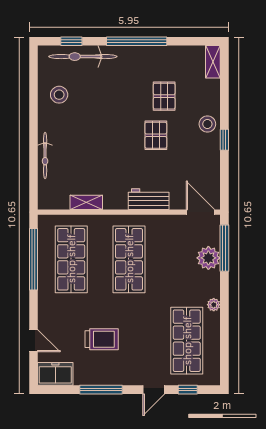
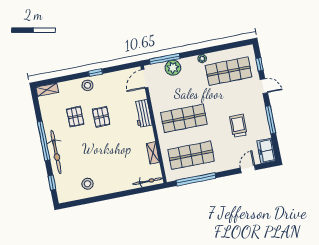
bicycle: (83, 57) -> (56, 152), moved
pallet: (164, 96) -> (75, 117), turned 90
pallet: (156, 135) -> (101, 117), turned 90
bicycle: (45, 155) -> (148, 181), moved

